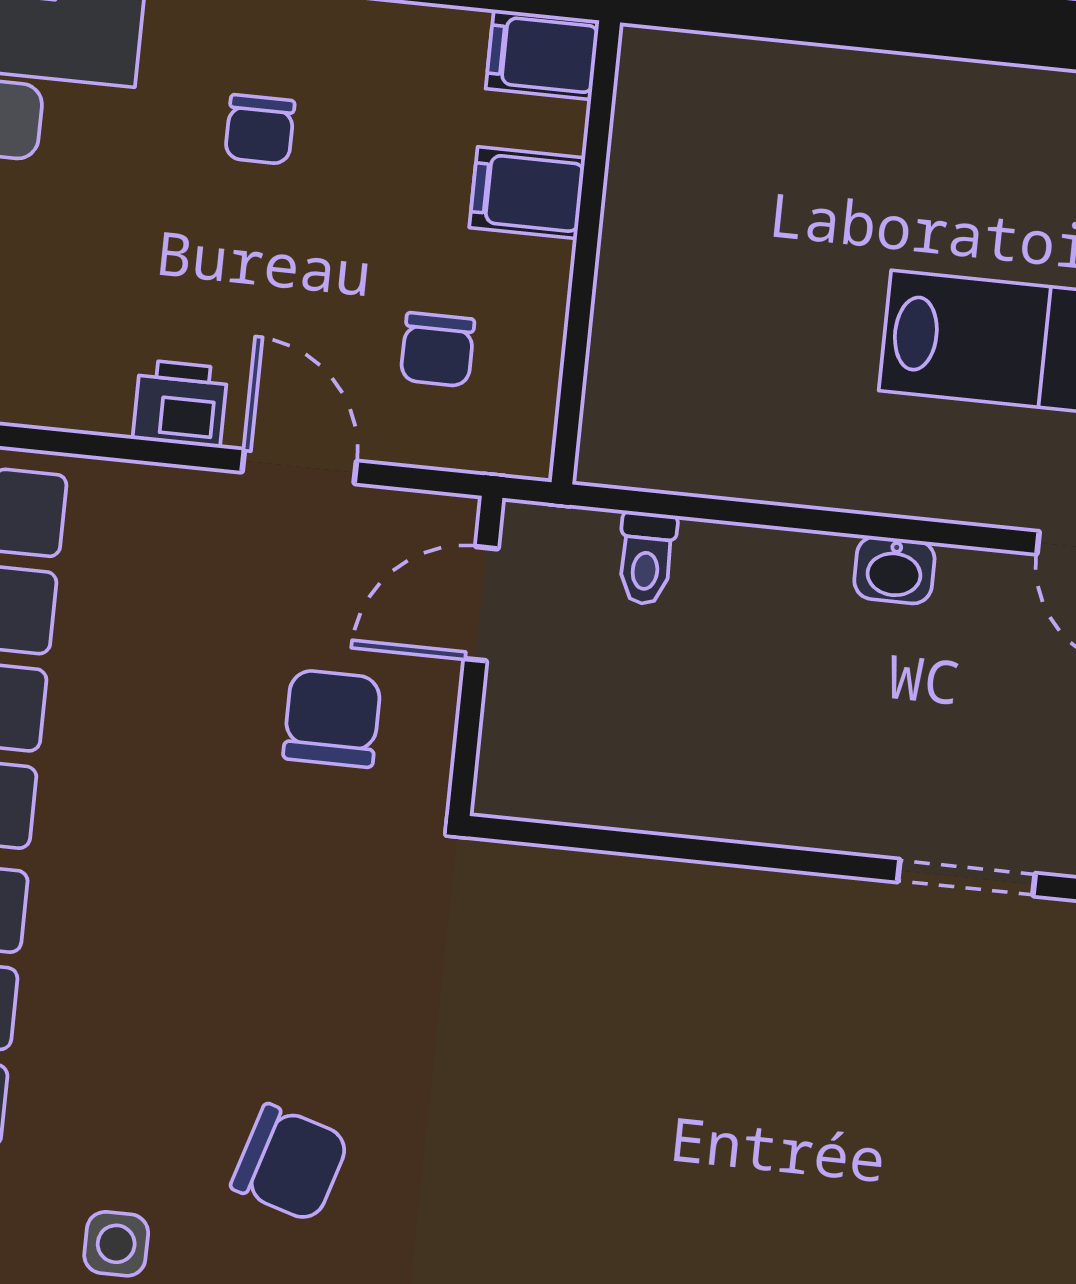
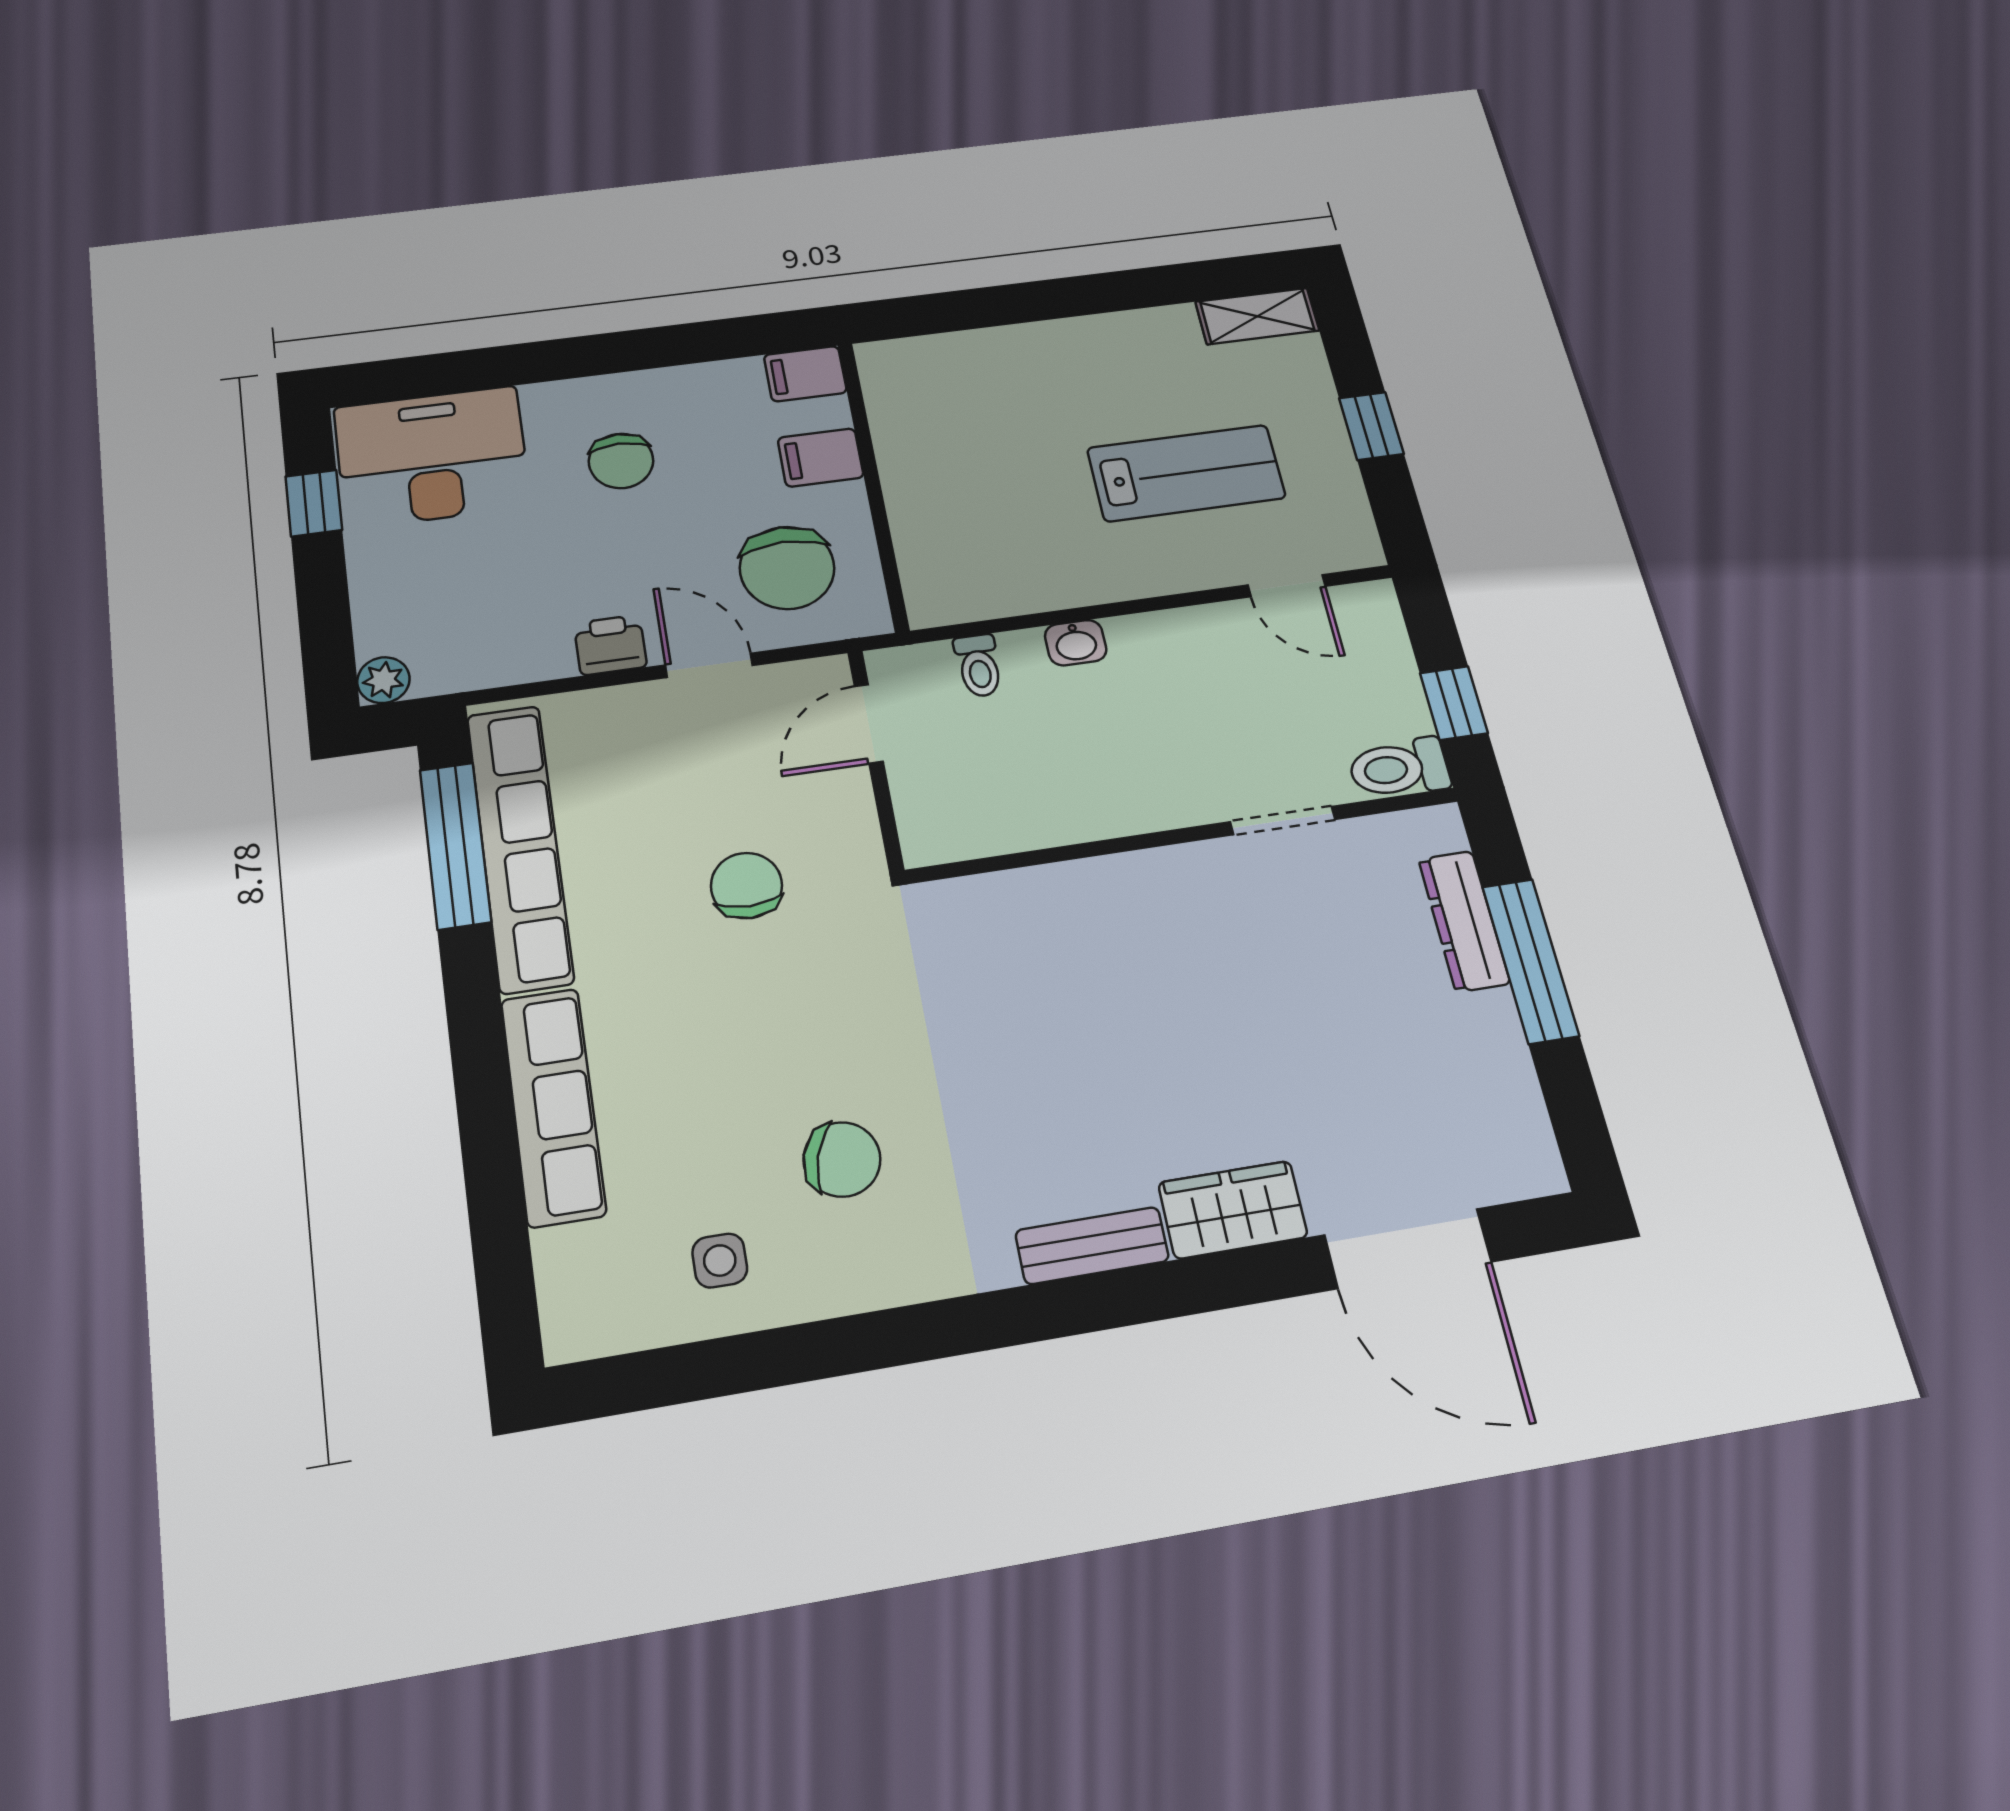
chair: (260, 129) -> (621, 461), width x1.37, depth x1.37
chair: (437, 350) -> (787, 568), width x1.87, depth x1.87
washbasin: (894, 570) -> (1076, 643), moved
chair: (332, 718) -> (747, 885), moved

